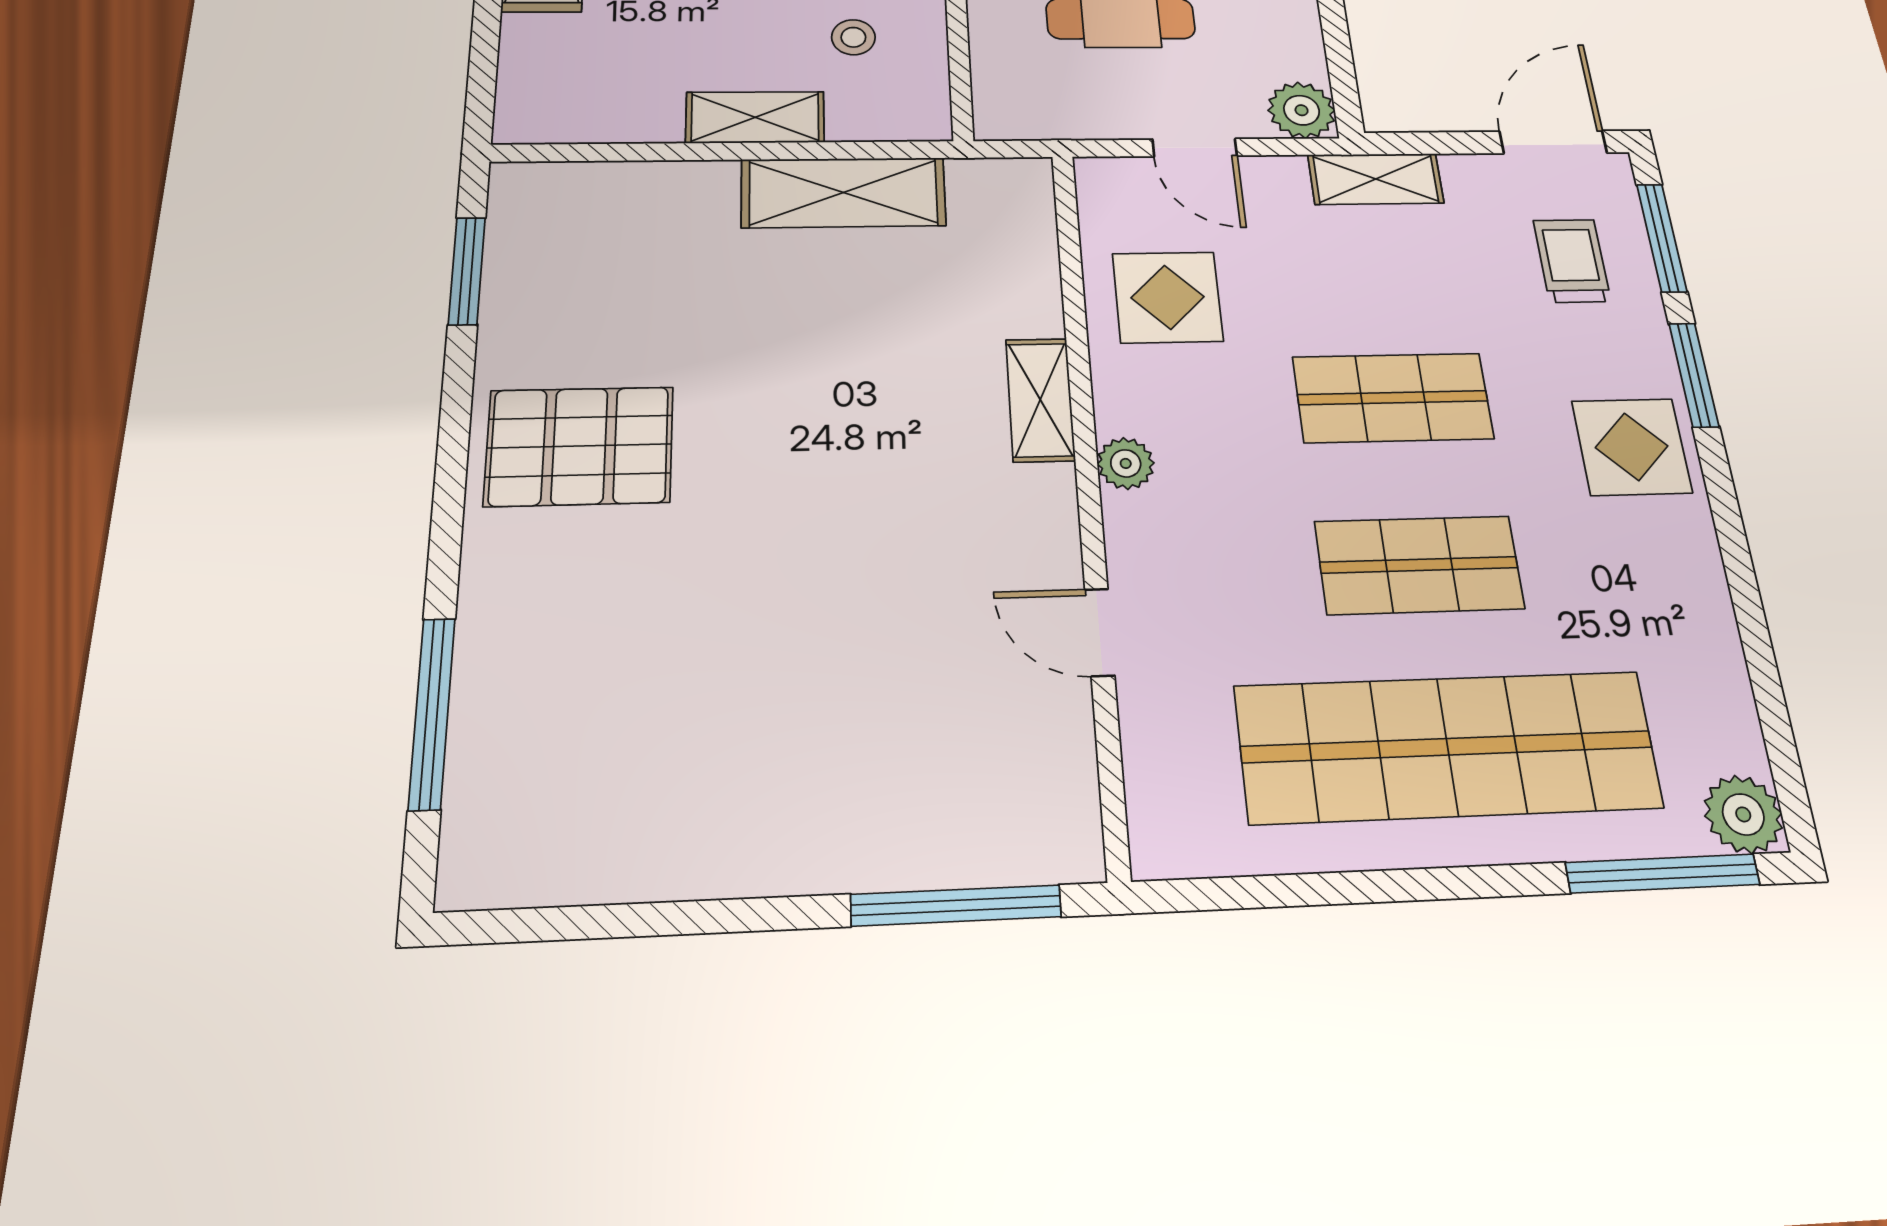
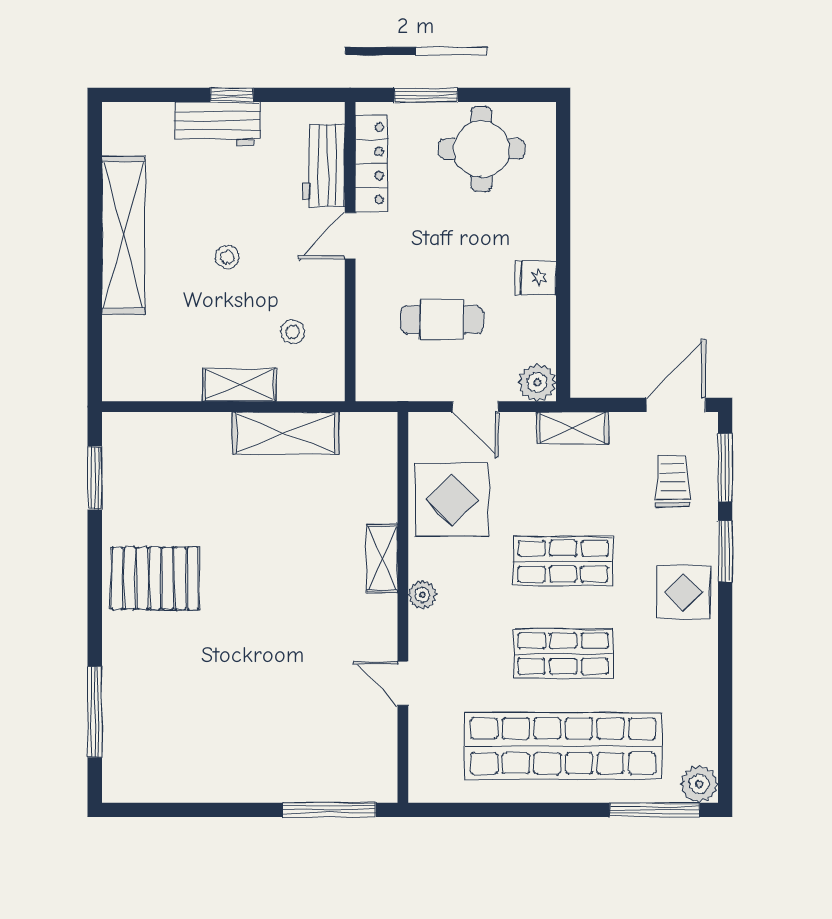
display table: (1168, 297) -> (452, 500), width x1.36, depth x1.36

